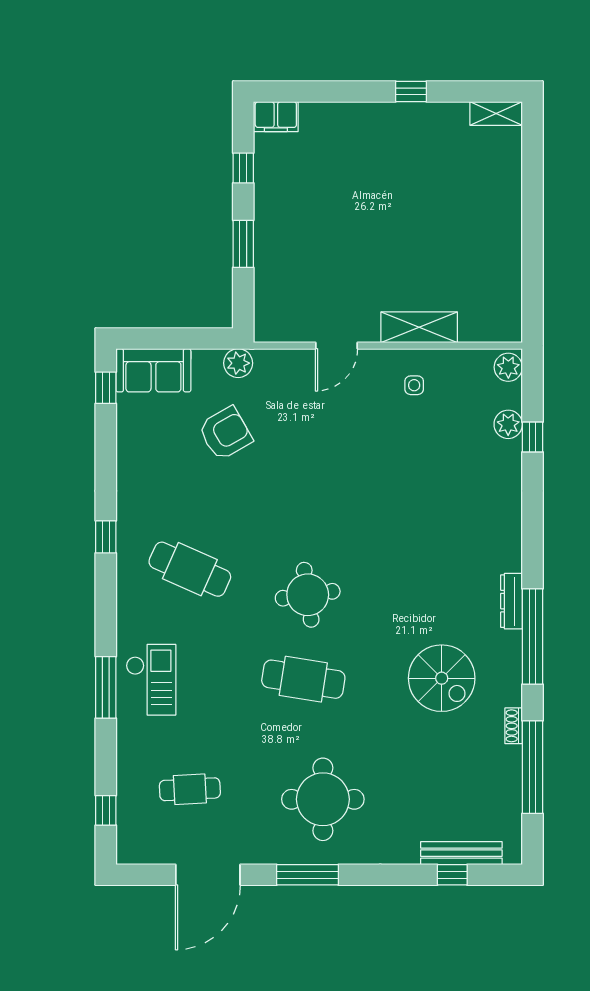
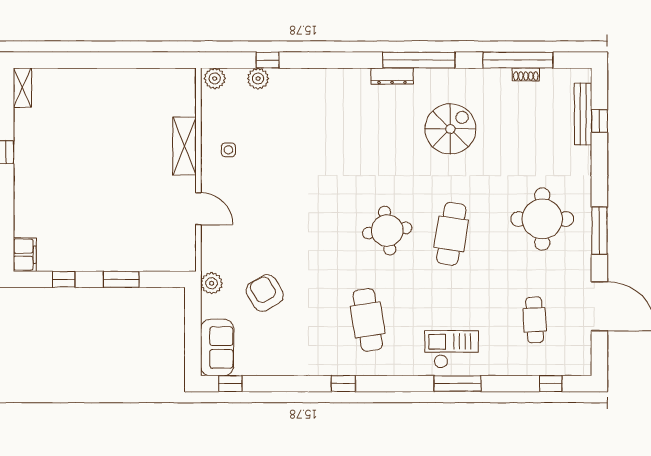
cafe table: (190, 569) -> (368, 320), turned -33
shoe rack: (514, 726) -> (526, 74), moved

